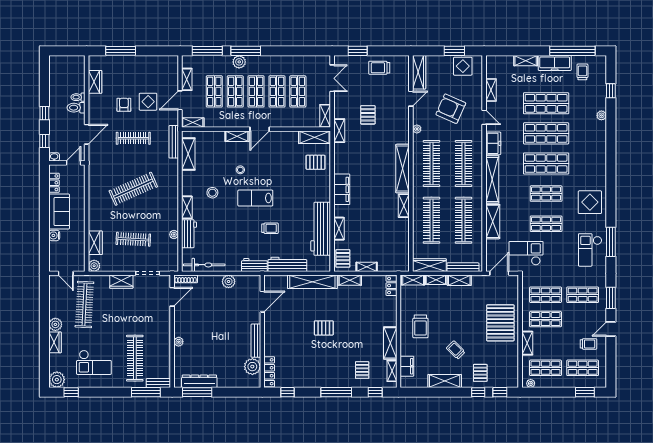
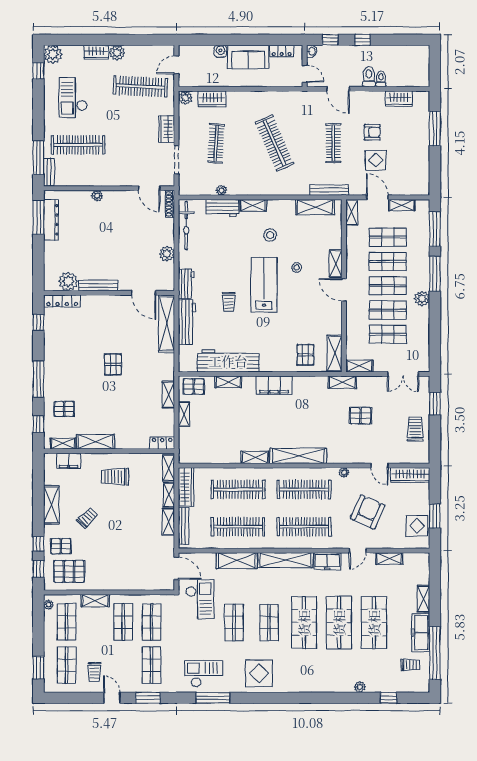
plant: (239, 62) -> (422, 299), moved
lab bench: (255, 198) -> (264, 285), width x1.36, depth x1.39
shelving: (312, 282) -> (167, 324), moved
pallet: (500, 323) -> (69, 571), moved, width x0.73, depth x0.71

